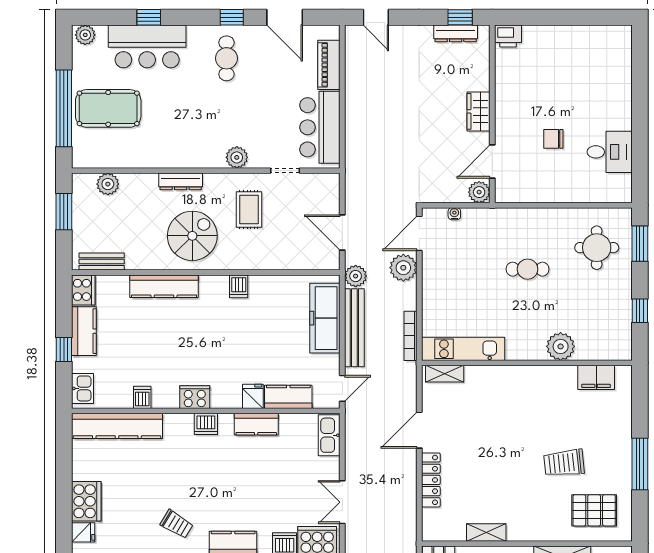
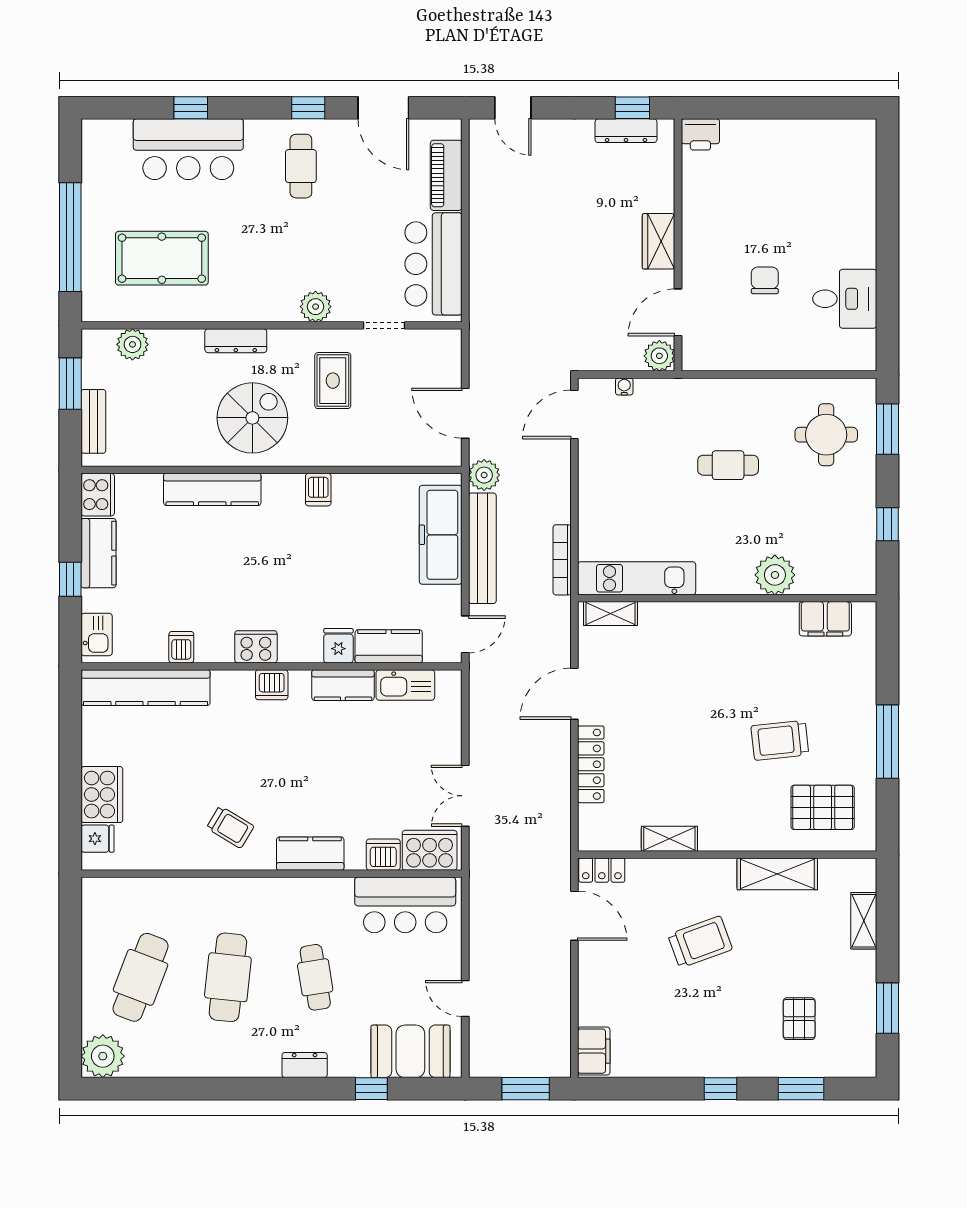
plant: (85, 35) -> (100, 133), removed
pool table: (108, 108) -> (162, 258), moved
chair: (553, 139) -> (765, 280), turned 90
bench: (102, 262) -> (93, 421), moved, turned 90
plant: (403, 268) -> (552, 463), removed
kitchen sink: (329, 435) -> (405, 685), moved, turned -90

